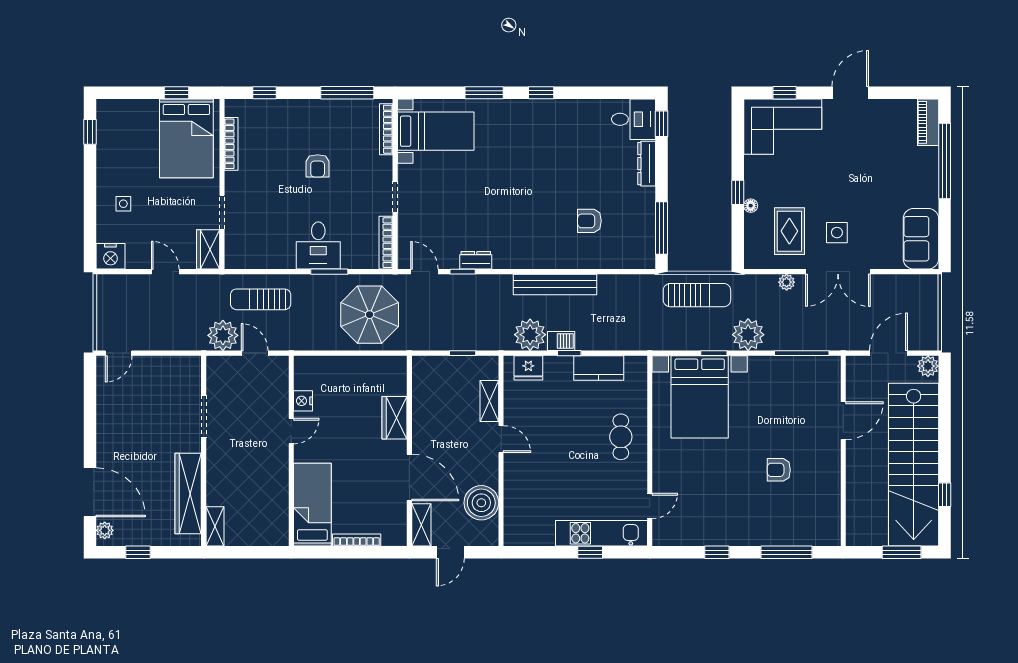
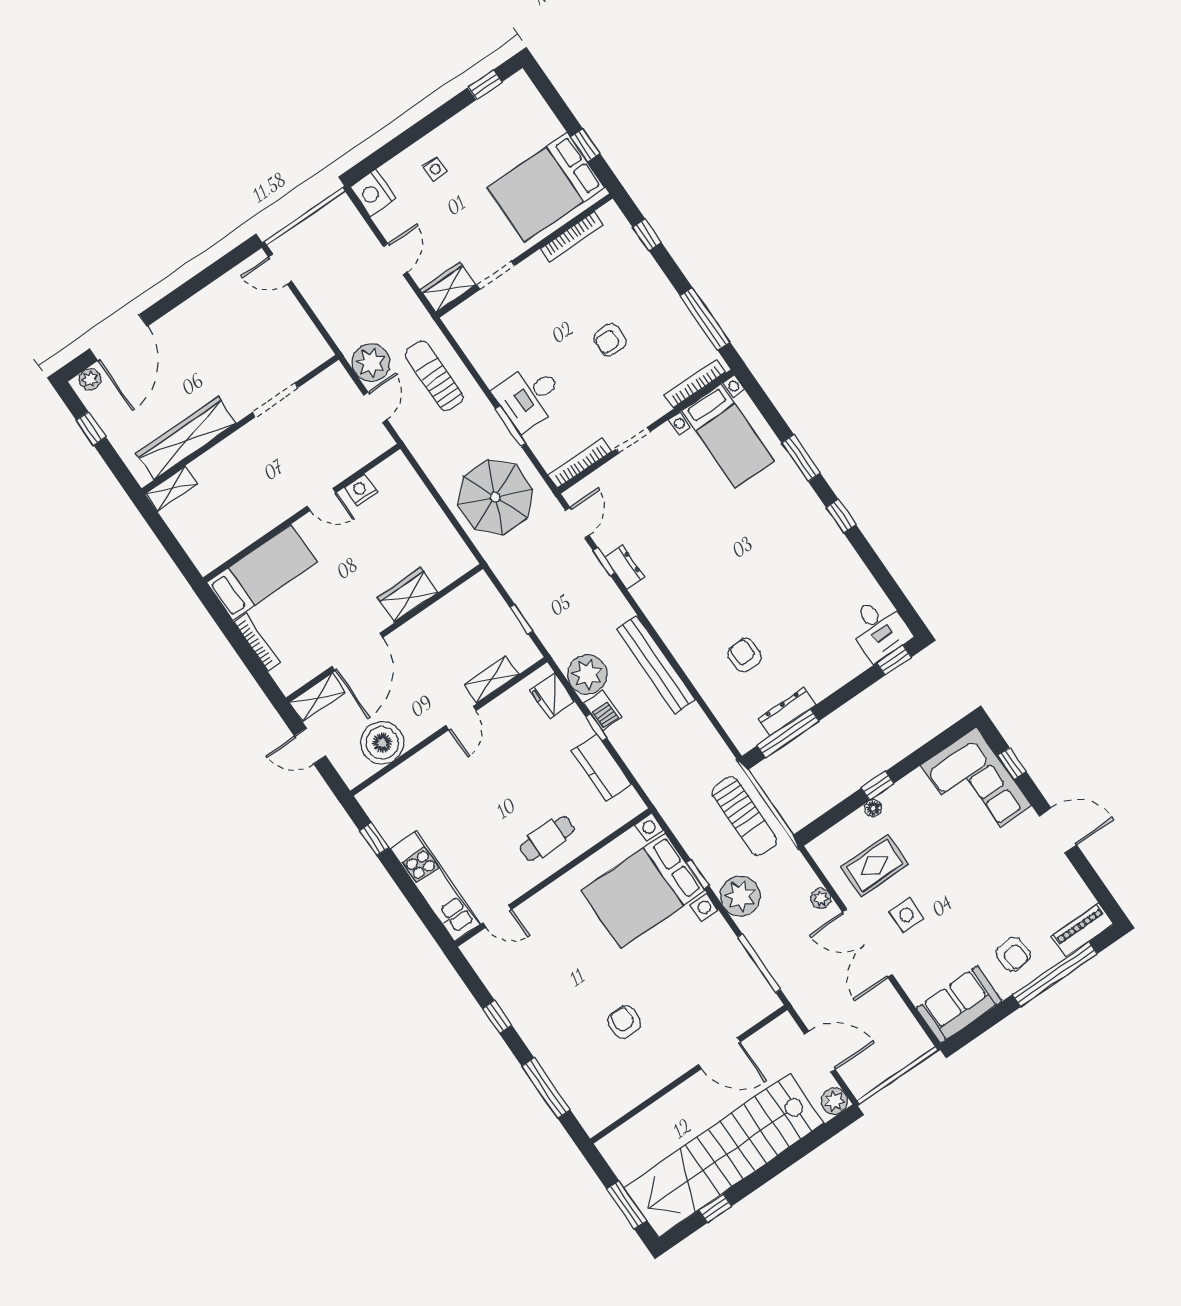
dresser: (647, 164) -> (787, 711), moved
armchair: (912, 179) -> (1013, 954), added
window: (590, 552) -> (374, 839), moved

